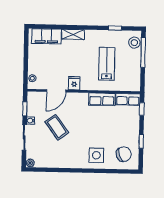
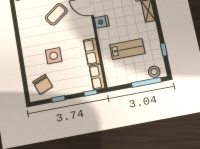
side table: (96, 155) -> (54, 56), moved

